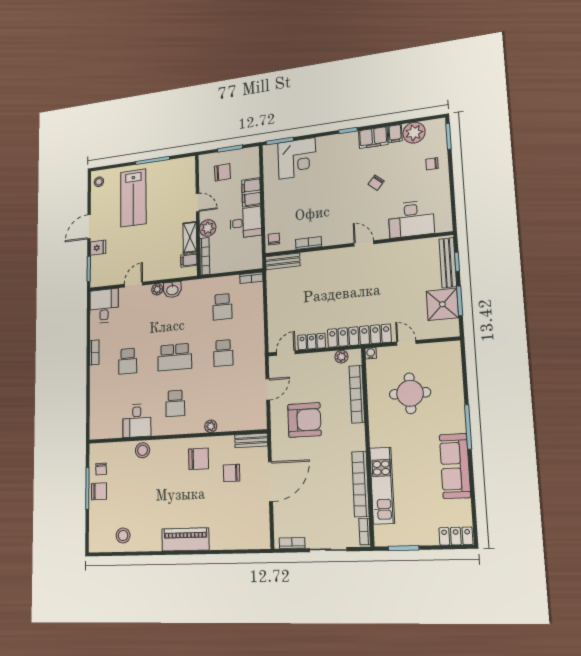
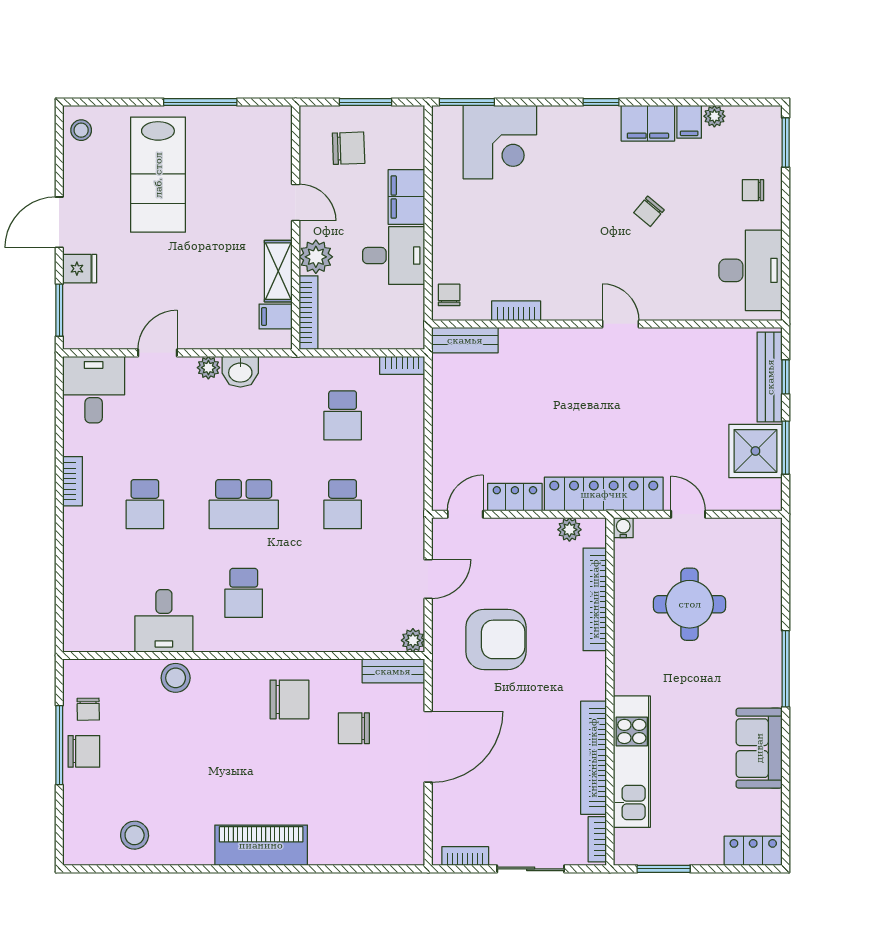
plant: (414, 133) -> (714, 116), width x0.53, depth x0.53
desk: (411, 219) -> (750, 270), moved, turned -90
plant: (211, 426) -> (413, 640), moved
sofa: (455, 466) -> (759, 748), width x0.73

